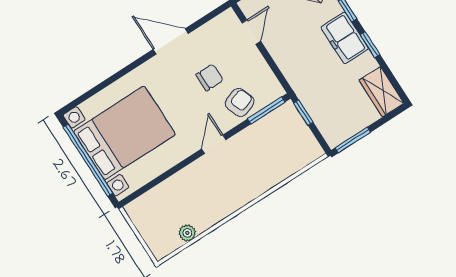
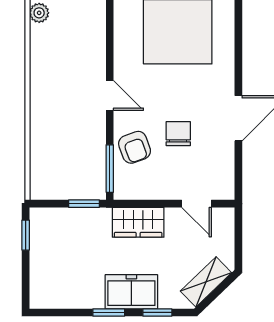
chair: (210, 77) -> (178, 134), turned 180
wardrobe: (381, 92) -> (138, 222), moved, turned 180
window: (353, 140) -> (26, 235), width x0.67

